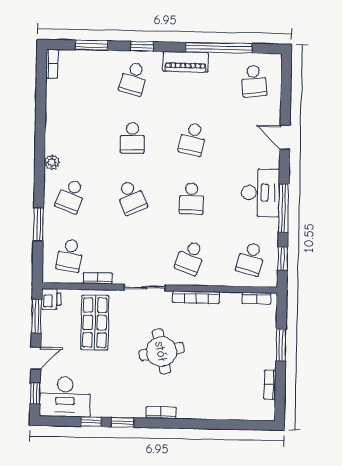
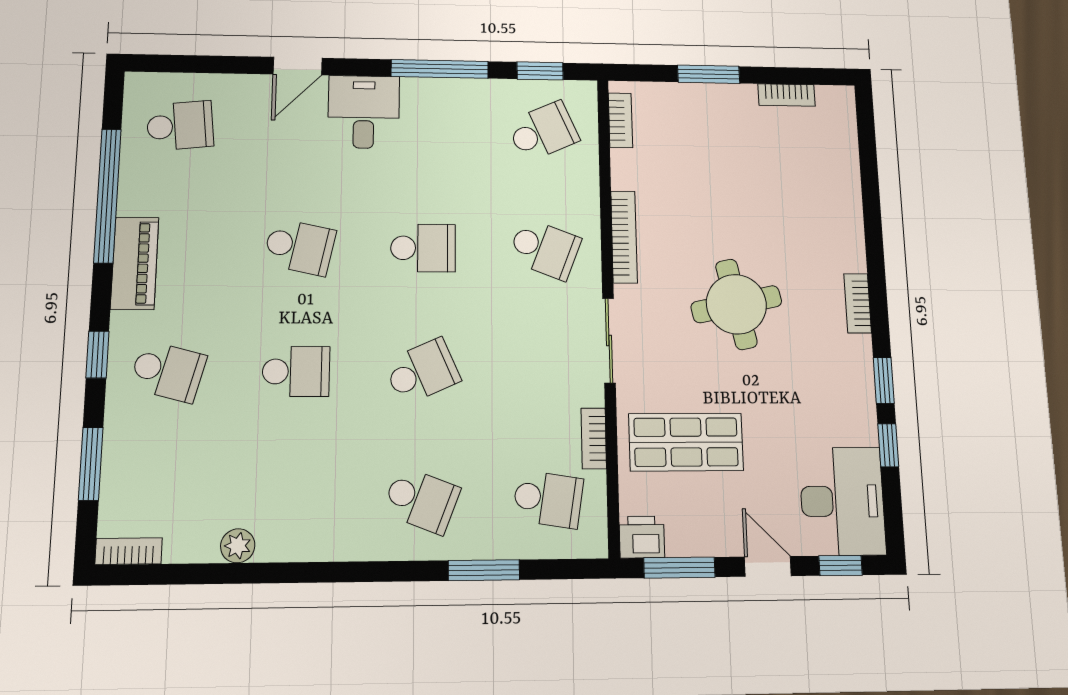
plant: (52, 162) -> (238, 546), moved
desk: (261, 193) -> (364, 112), moved, width x0.73
school desk: (251, 259) -> (543, 131), turned -39

